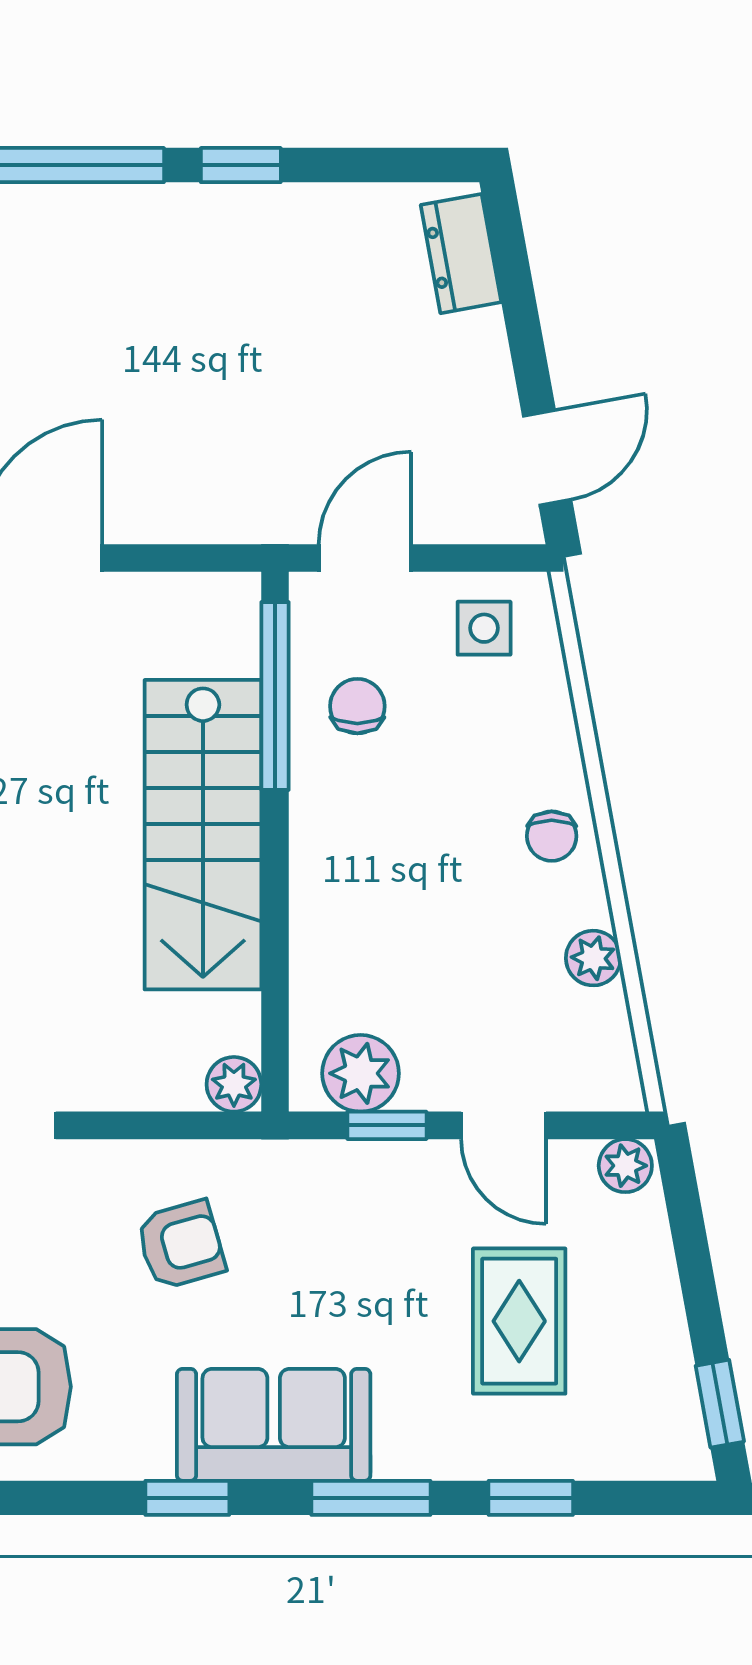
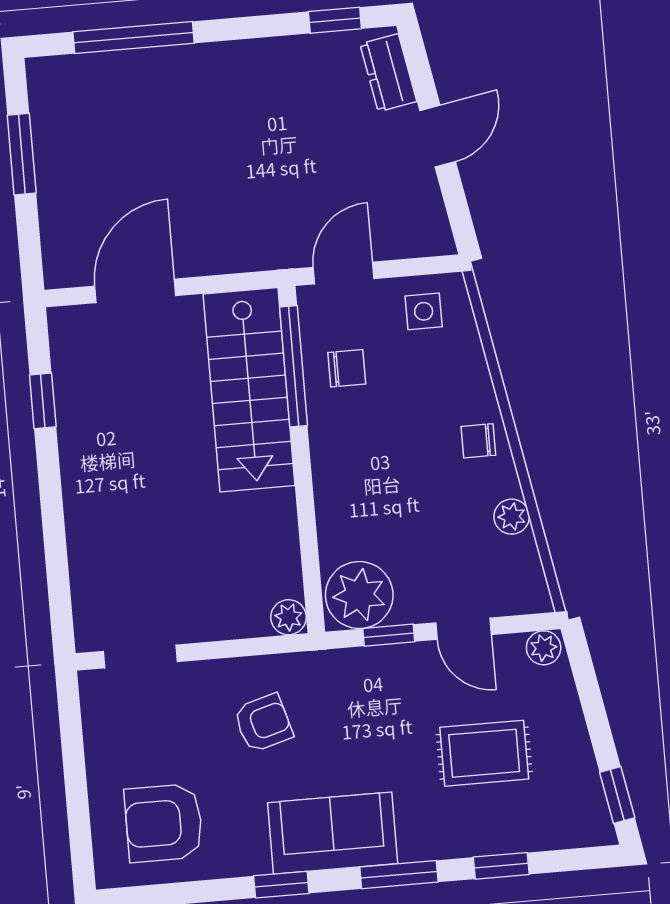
window: (241, 165) -> (335, 20), moved
door: (547, 458) -> (438, 136), moved
chair: (357, 706) -> (347, 368), turned 90
stairs: (203, 835) -> (249, 390), moved
chair: (552, 836) -> (478, 441), turned 90
plant: (361, 1073) -> (359, 595), width x1.36, depth x1.36
rug: (519, 1321) -> (484, 753), turned 90

